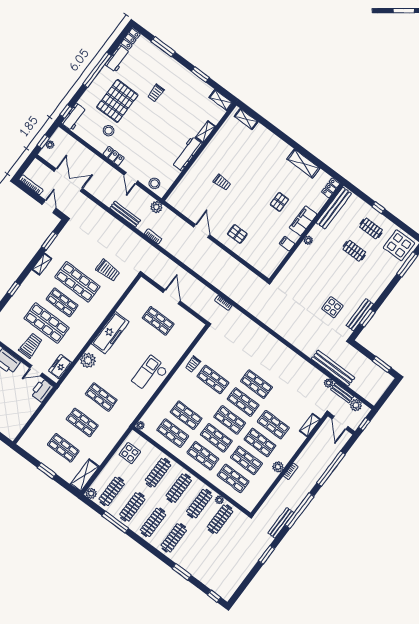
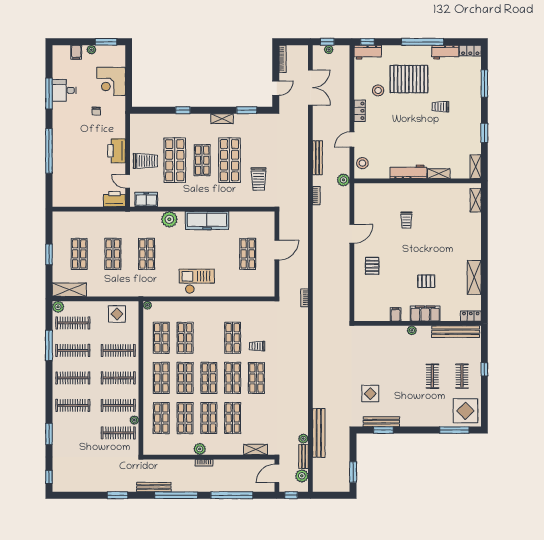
trolley: (193, 364) -> (257, 346), moved

